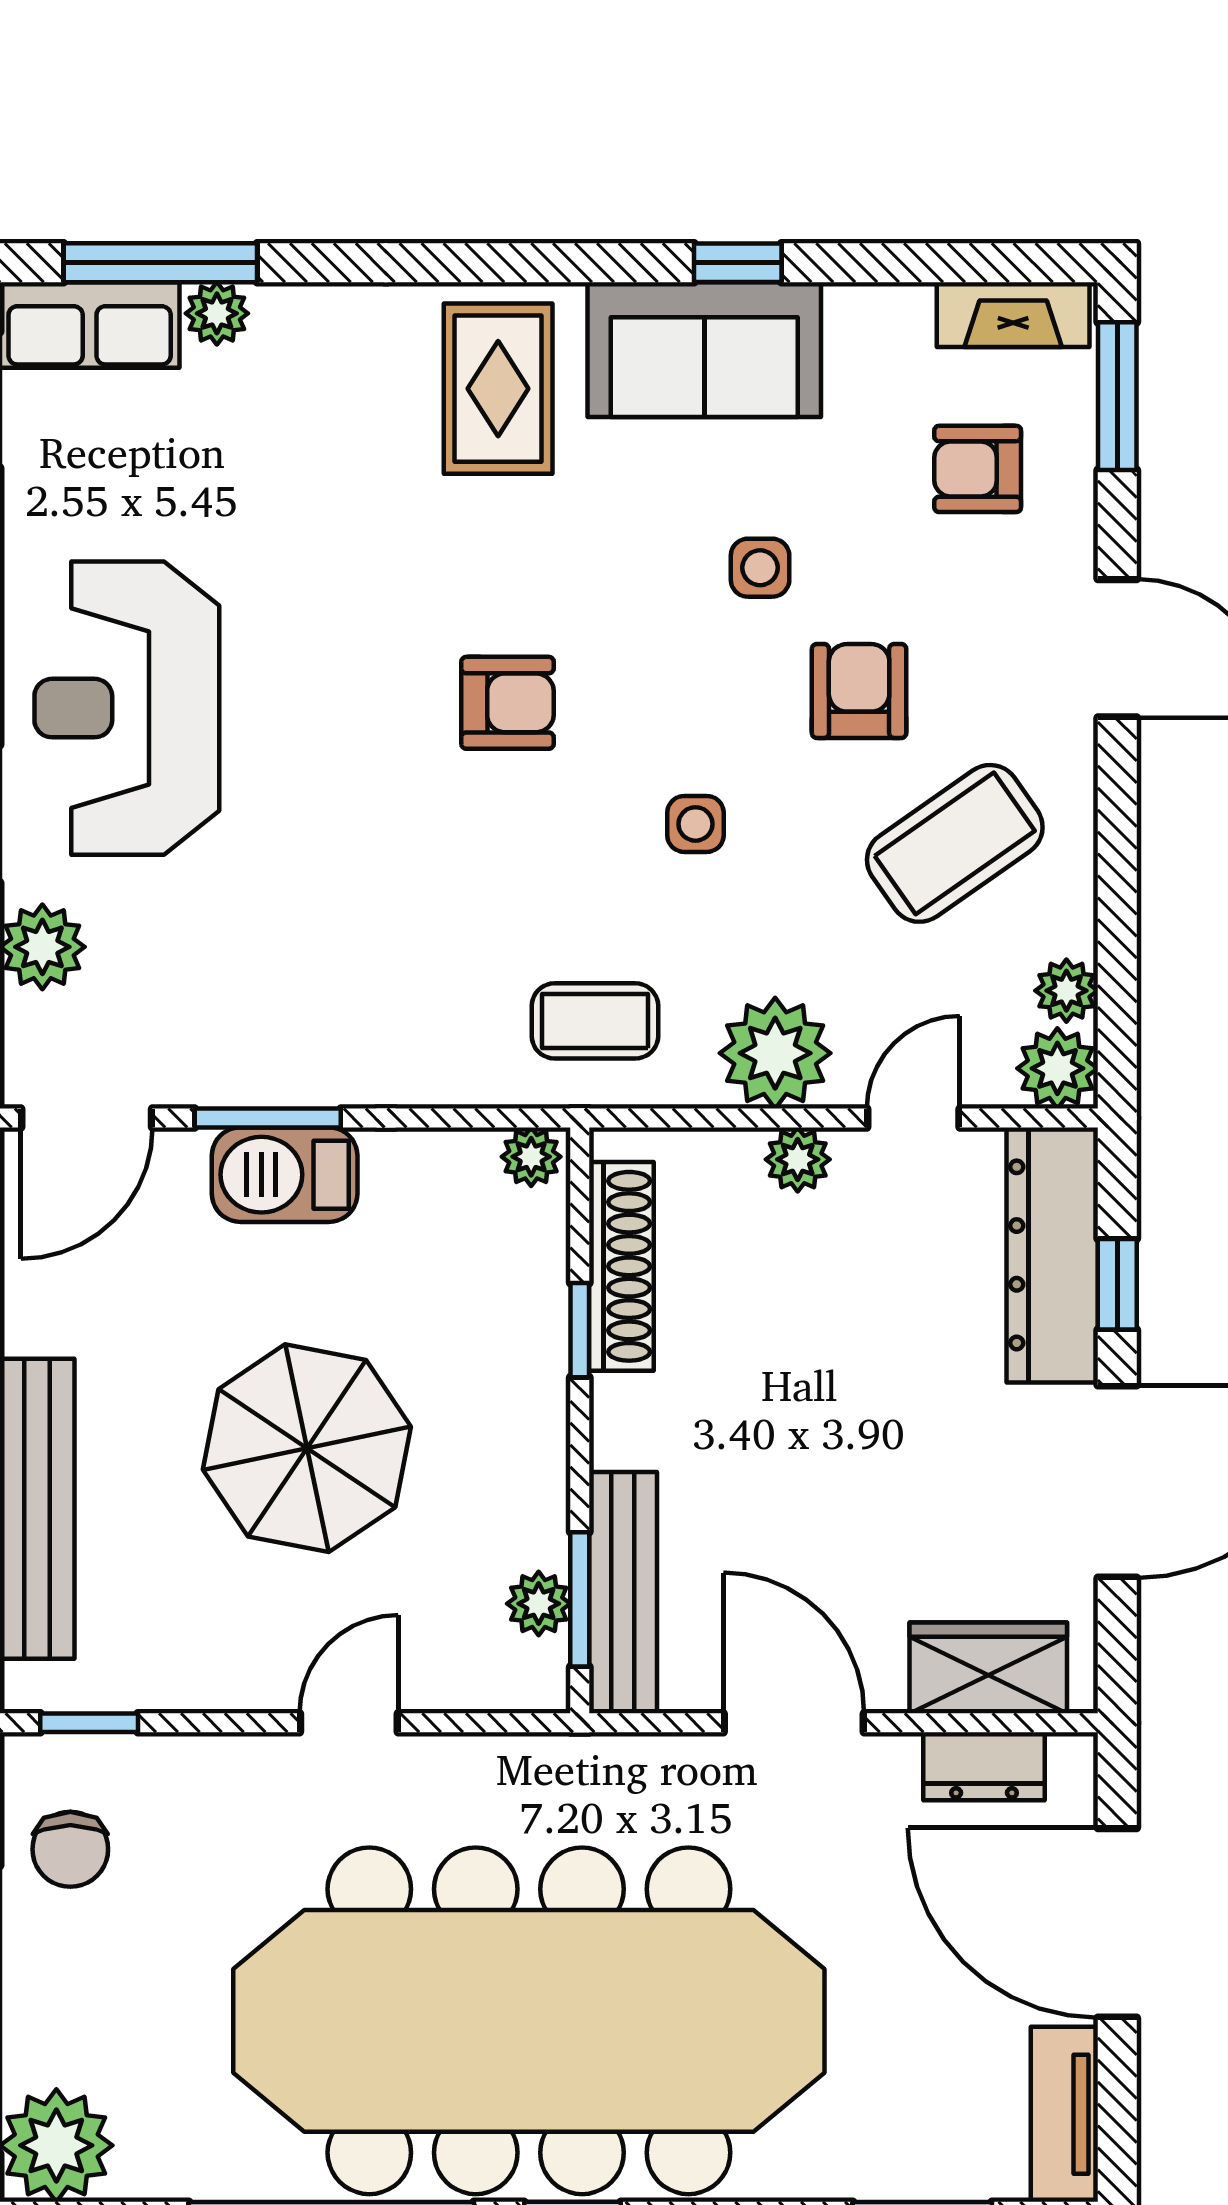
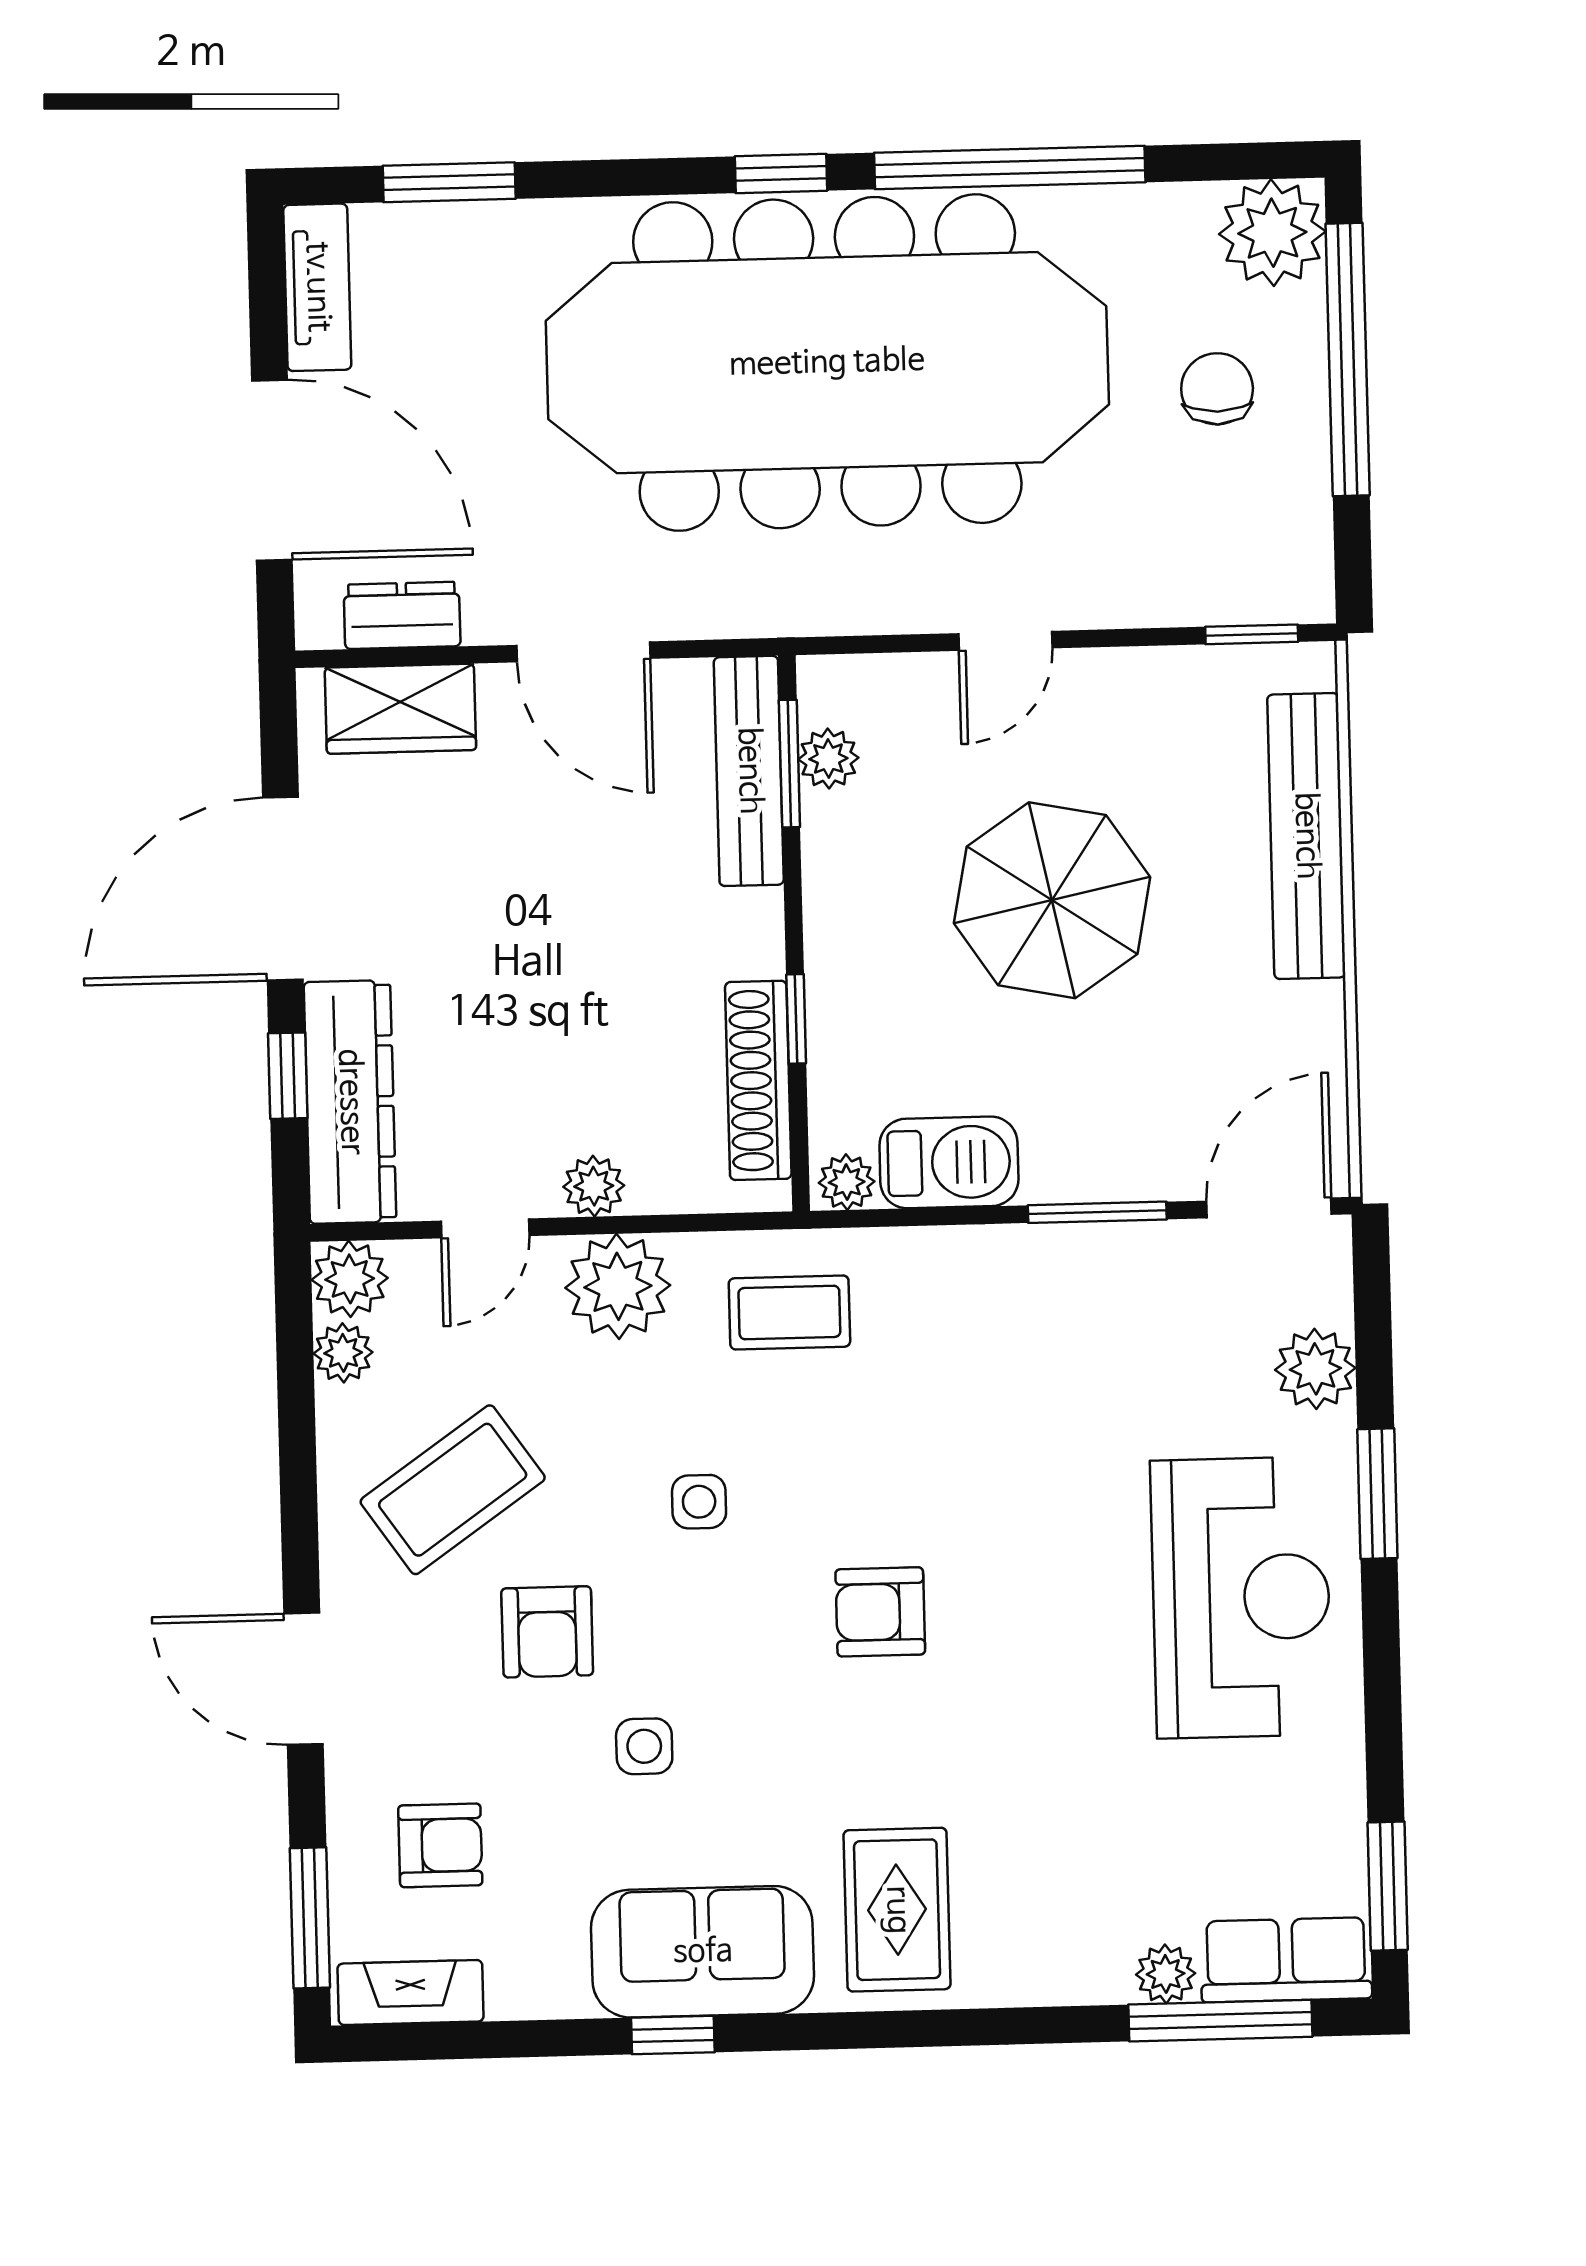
barbecue: (285, 1175) -> (949, 1162), moved
chair: (70, 1849) -> (1217, 389), moved

